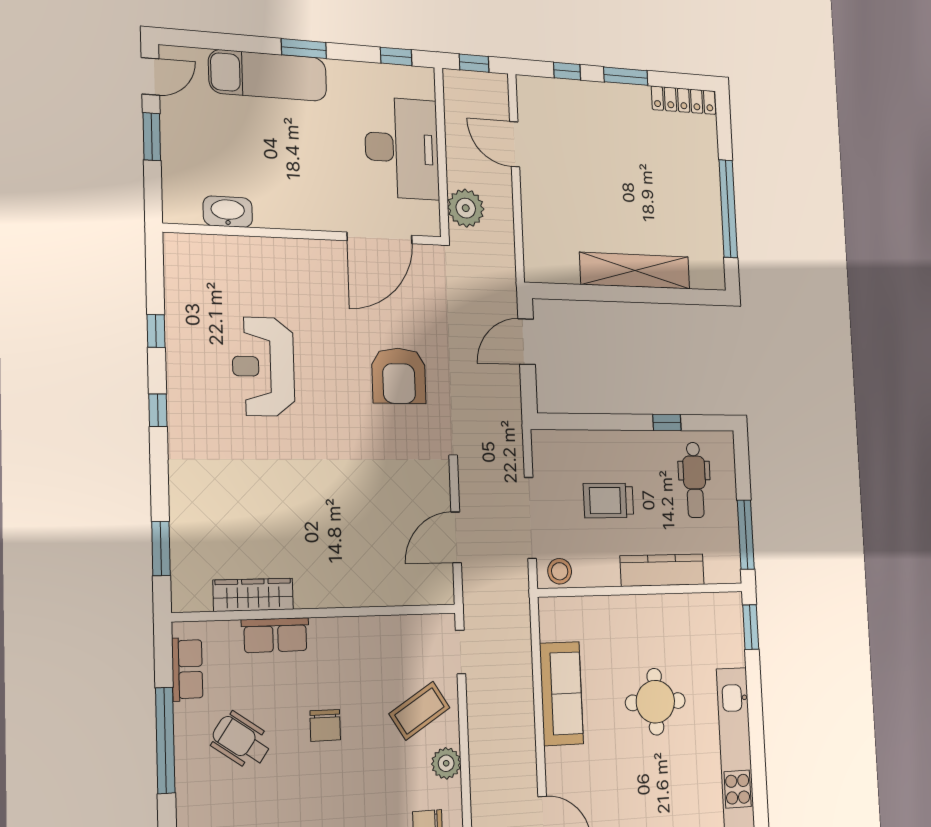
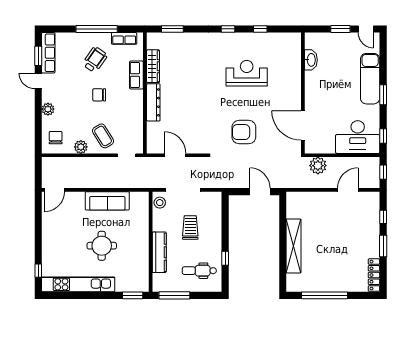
desk: (402, 148) -> (358, 137), moved
dresser: (339, 592) -> (153, 102), added

